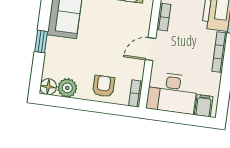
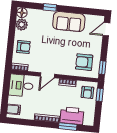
door: (150, 49) -> (47, 75), swing flipped
desk: (172, 93) -> (21, 86), width x0.73

